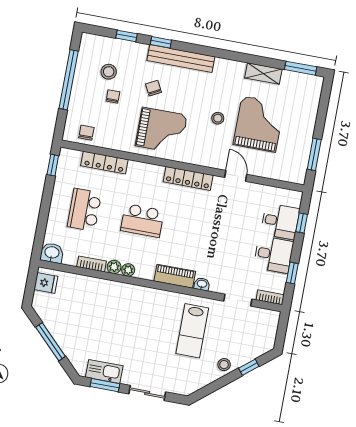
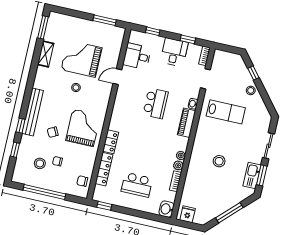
locker: (188, 178) -> (111, 142), moved, width x0.66
school desk: (142, 220) -> (156, 103), moved
desk: (280, 221) -> (137, 56), moved, turned -90
stool: (122, 324) -> (219, 161), added

